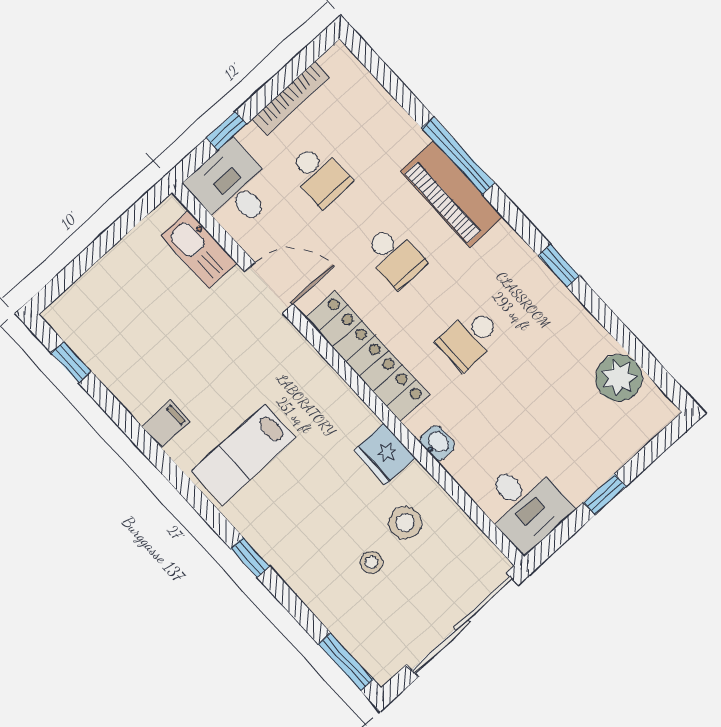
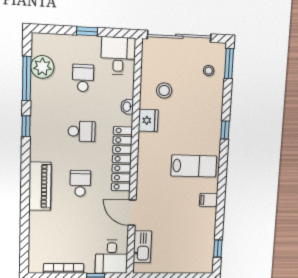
window: (458, 156) -> (27, 79), moved
school desk: (319, 175) -> (83, 78), moved
stool: (372, 562) -> (209, 71), moved

